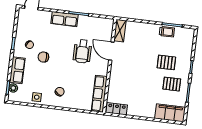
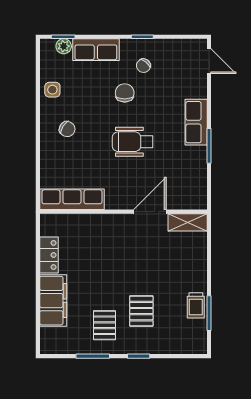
wheelchair: (82, 51) -> (133, 142), moved
locker: (117, 109) -> (49, 255), moved
filing cabinet: (170, 113) -> (53, 301), moved

